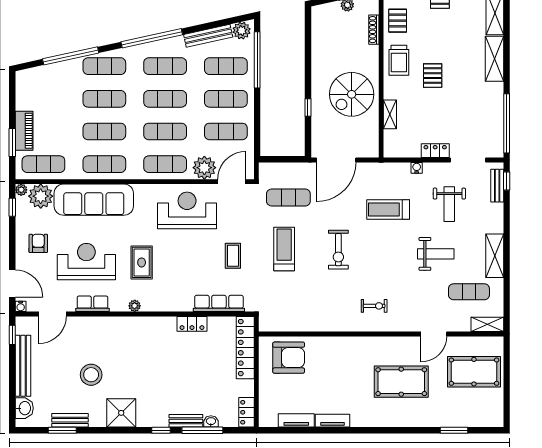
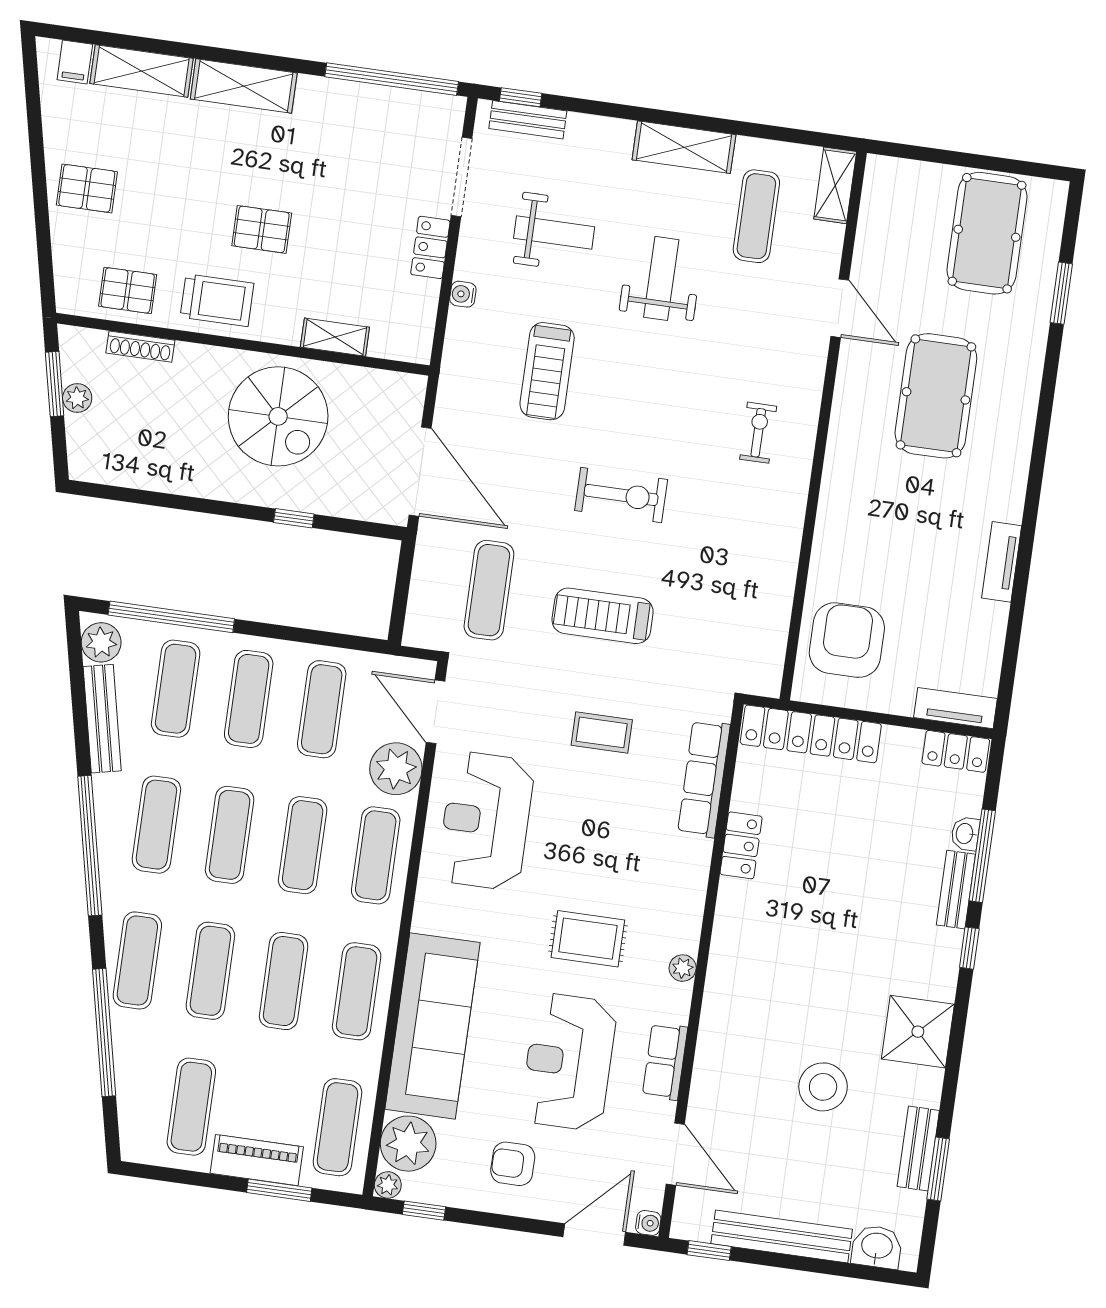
exercise mat: (43, 99) -> (191, 1107), added
pool table: (474, 372) -> (987, 233), moved
tv unit: (296, 420) -> (955, 708), moved, turned 90

